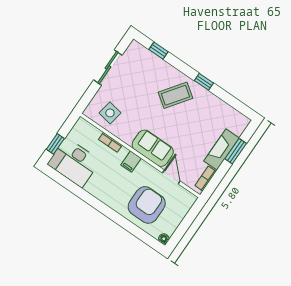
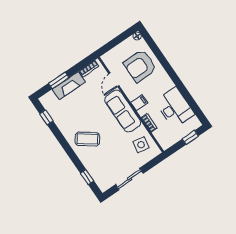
window: (204, 82) -> (46, 117), moved
sofa: (153, 148) -> (123, 111), width x1.36
desk: (74, 162) -> (175, 108), moved

